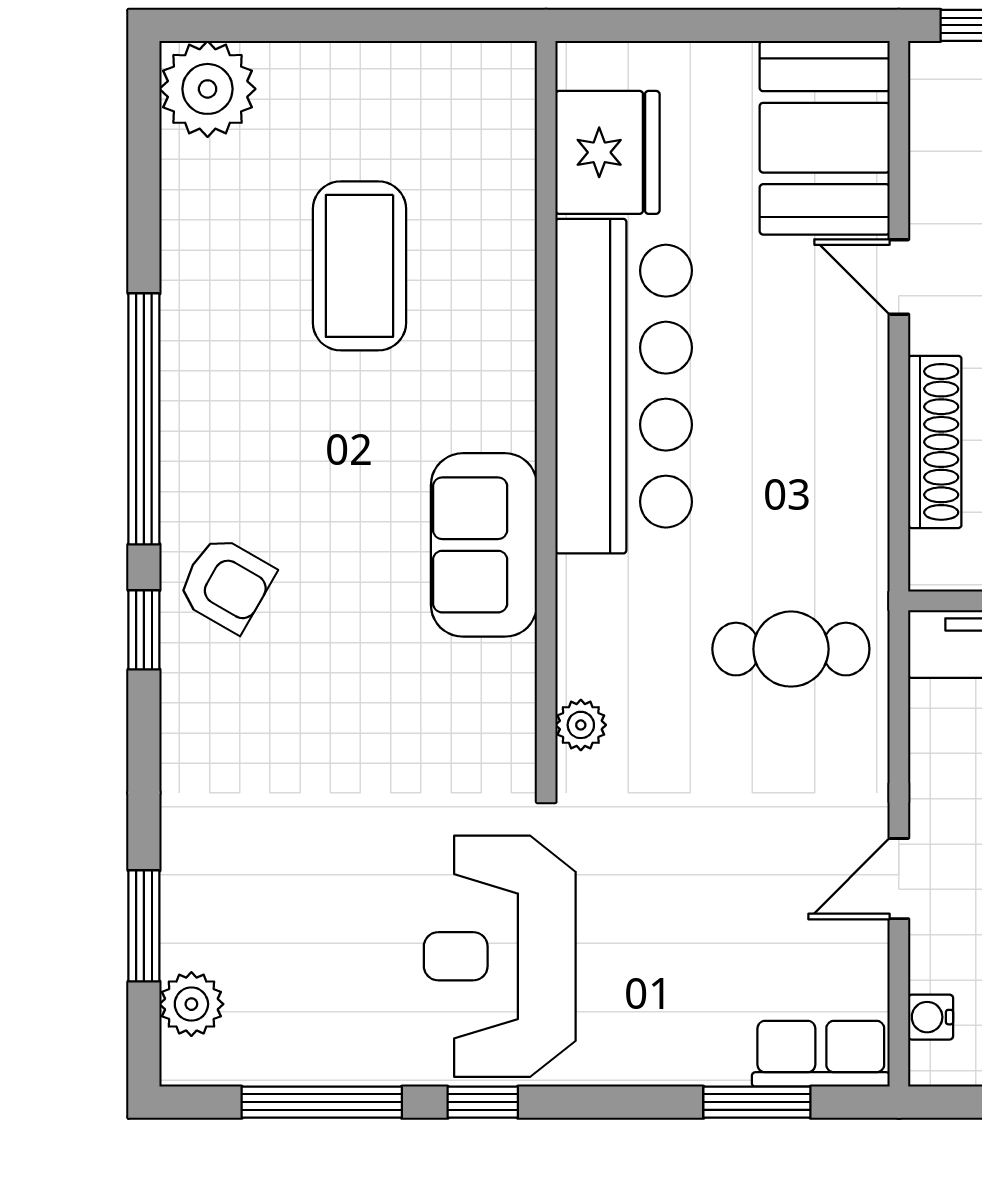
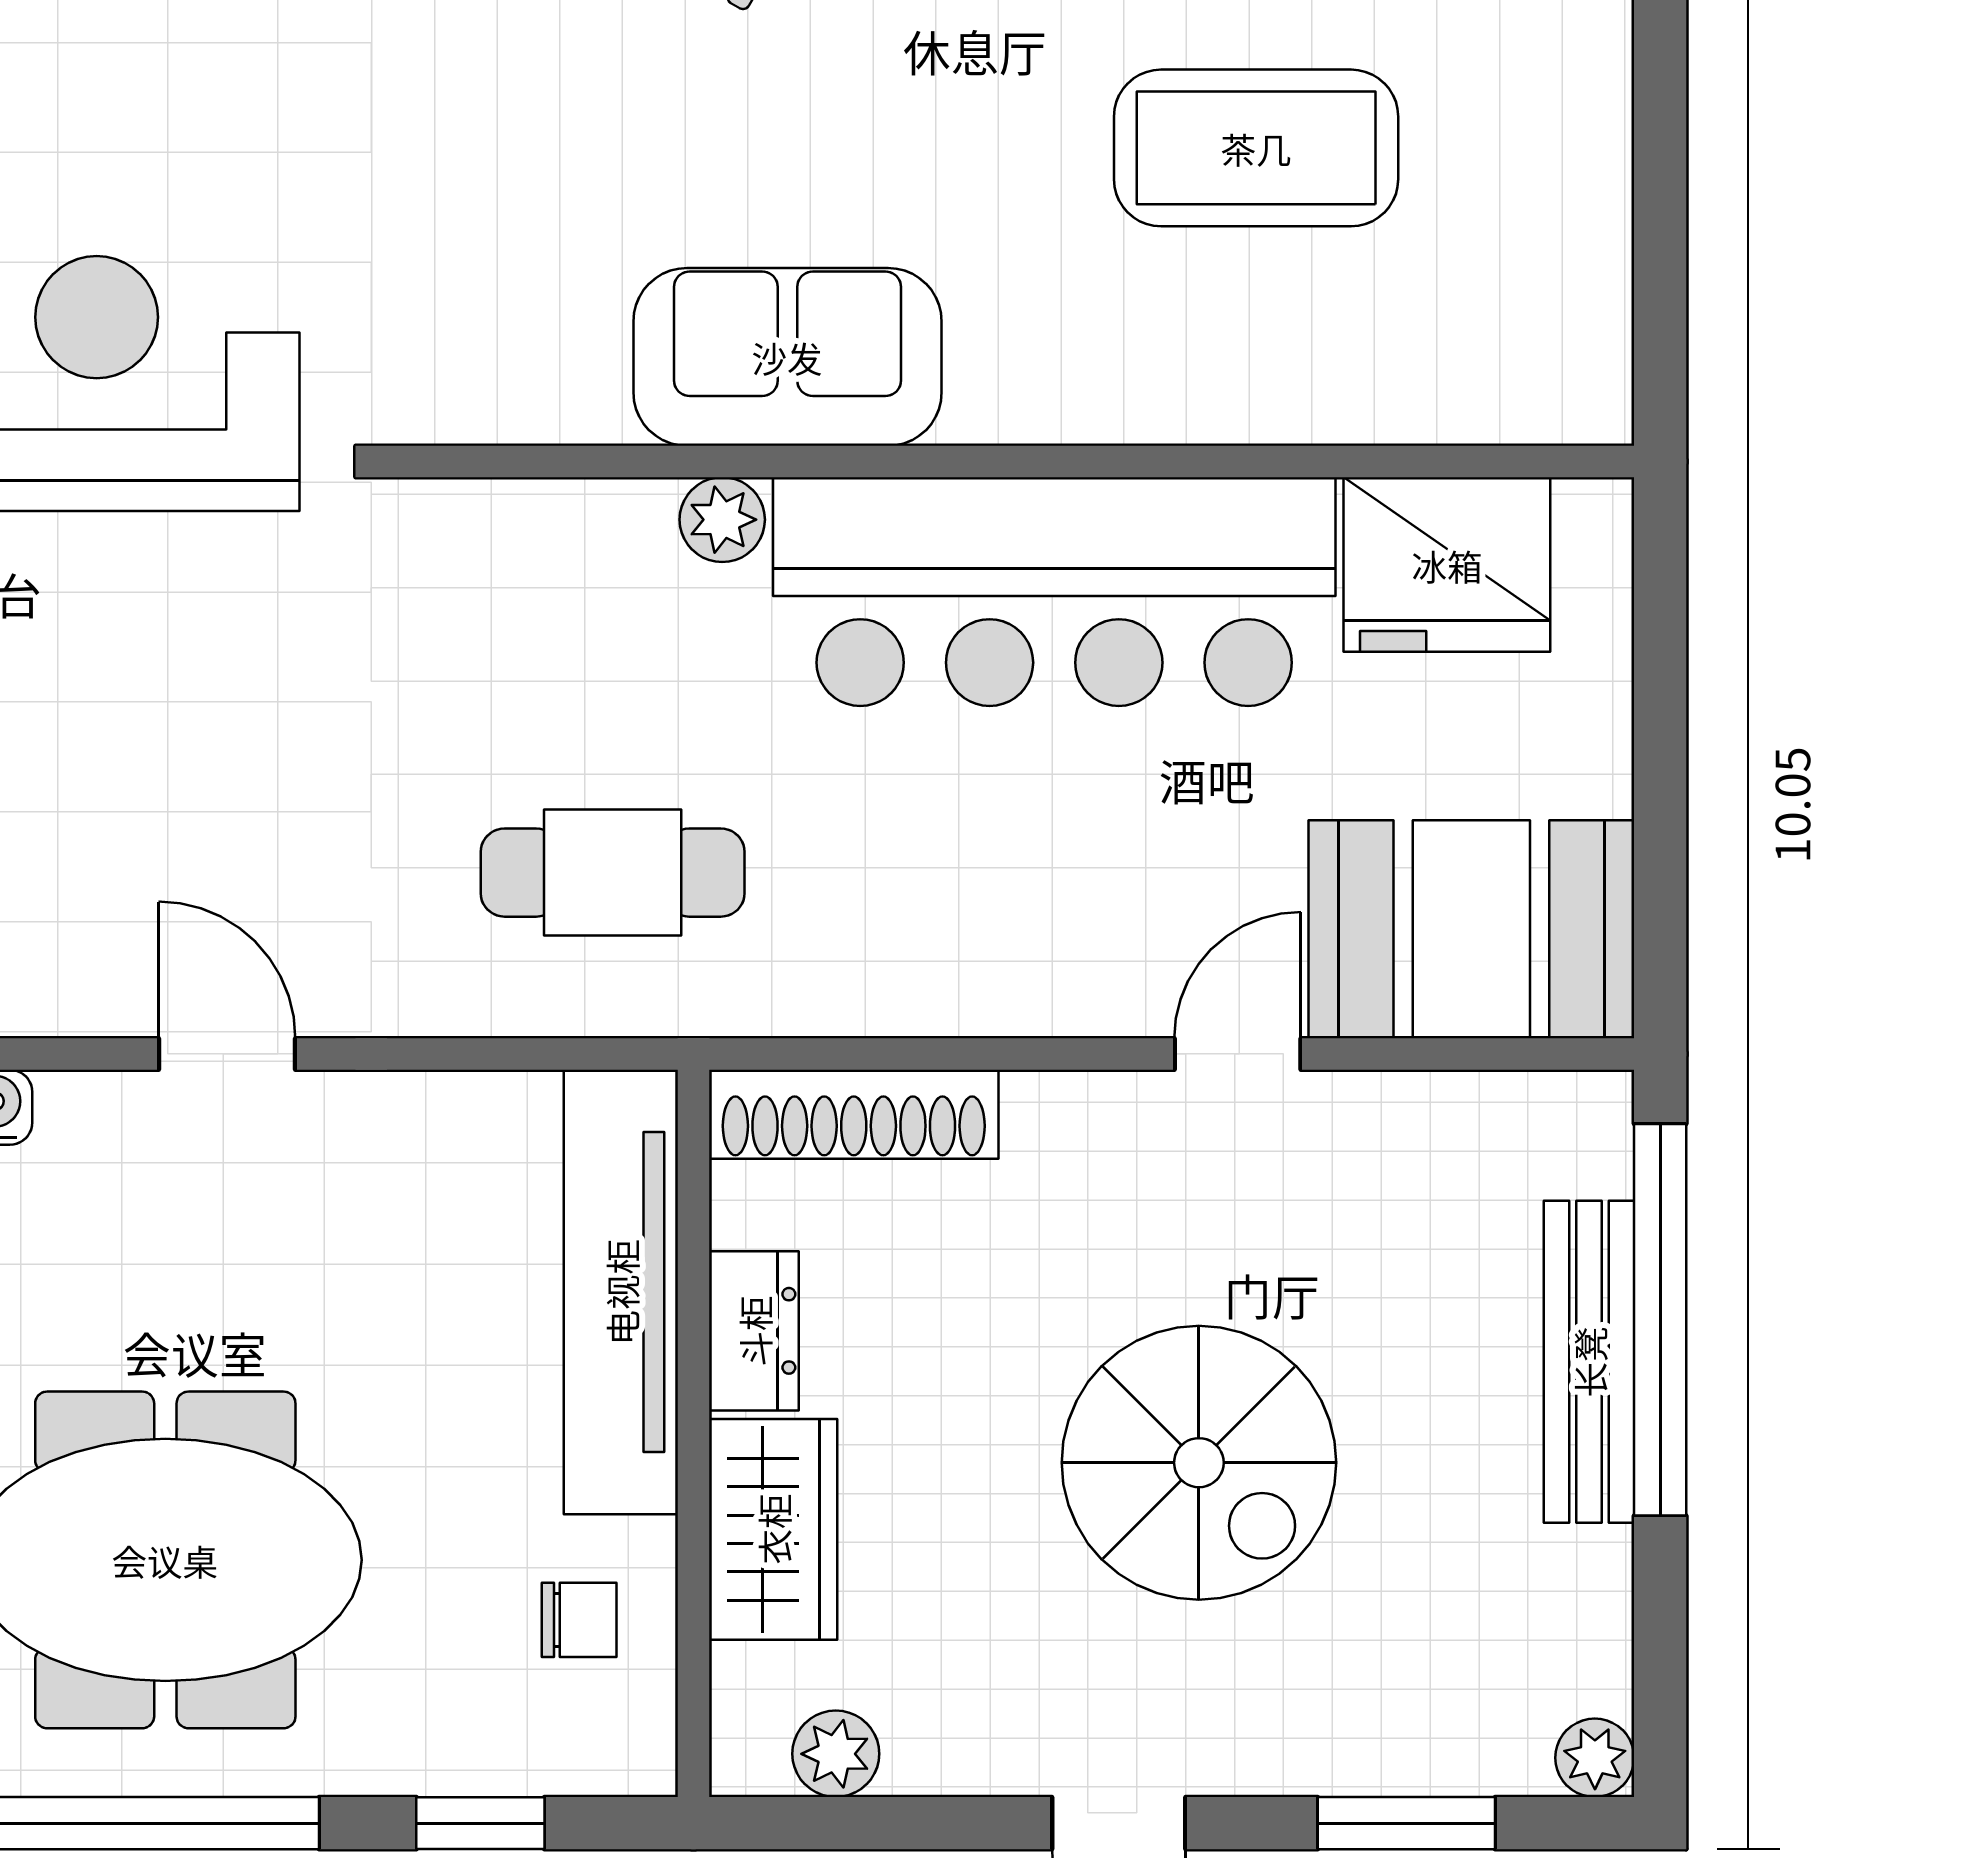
shoe rack: (935, 442) -> (854, 1114), moved
cafe table: (791, 649) -> (613, 873), turned 90
plant: (581, 725) -> (722, 520), moved

